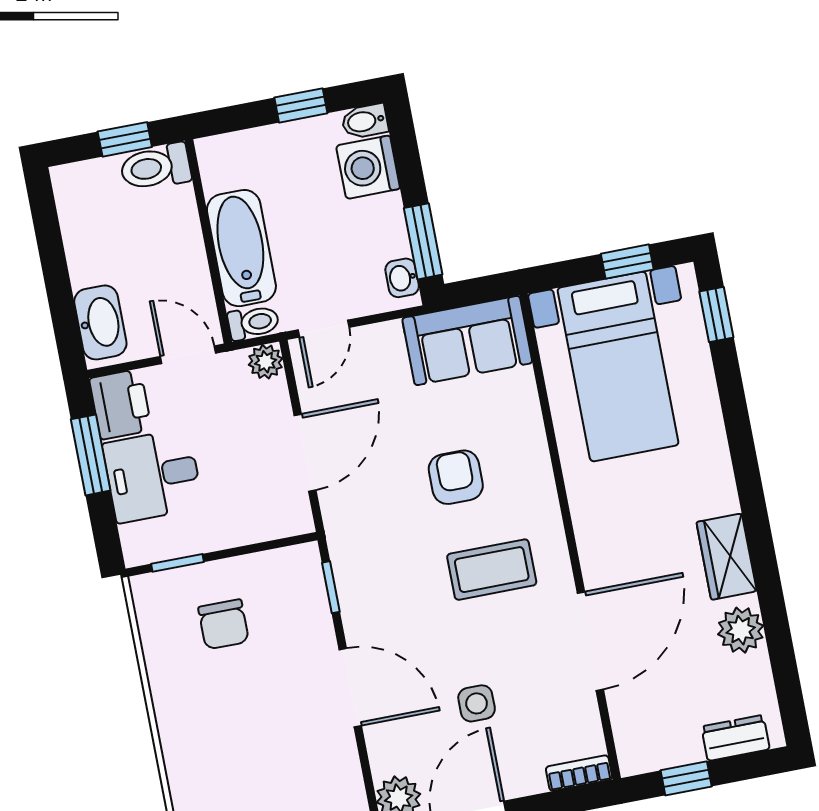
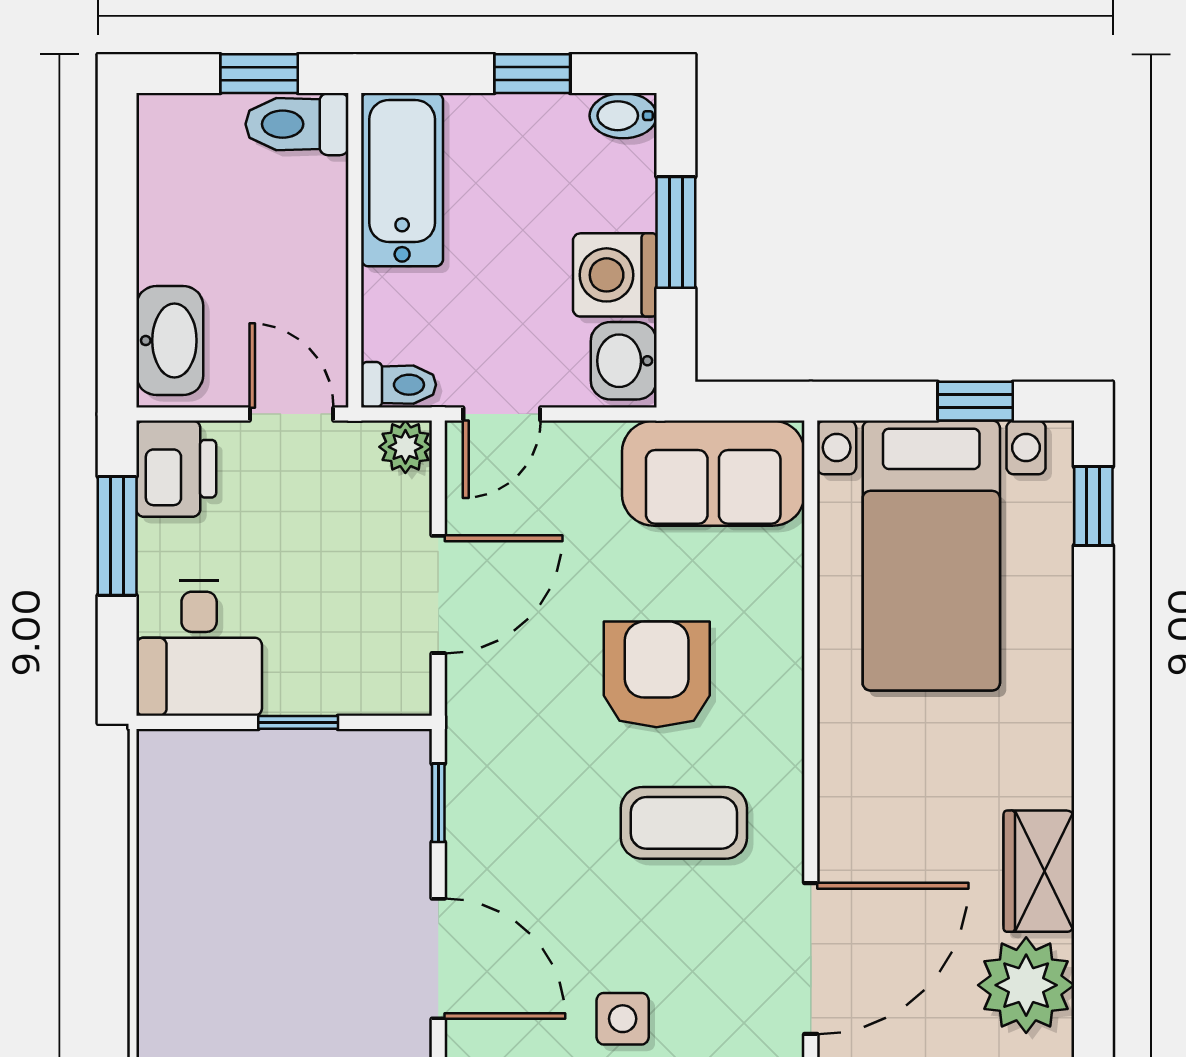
washing machine: (368, 167) -> (615, 275), moved
window: (423, 241) -> (676, 232), moved
bathtub: (241, 248) -> (402, 180), moved
washbasin: (402, 278) -> (624, 361), width x1.38, depth x1.45
desk: (153, 476) -> (199, 648), moved, turned -90
armchair: (456, 477) -> (657, 674), width x1.38, depth x1.38
window: (177, 563) -> (298, 722), moved
chair: (224, 624) -> (267, 828), removed
plant: (741, 630) -> (1026, 985), width x1.36, depth x1.36

